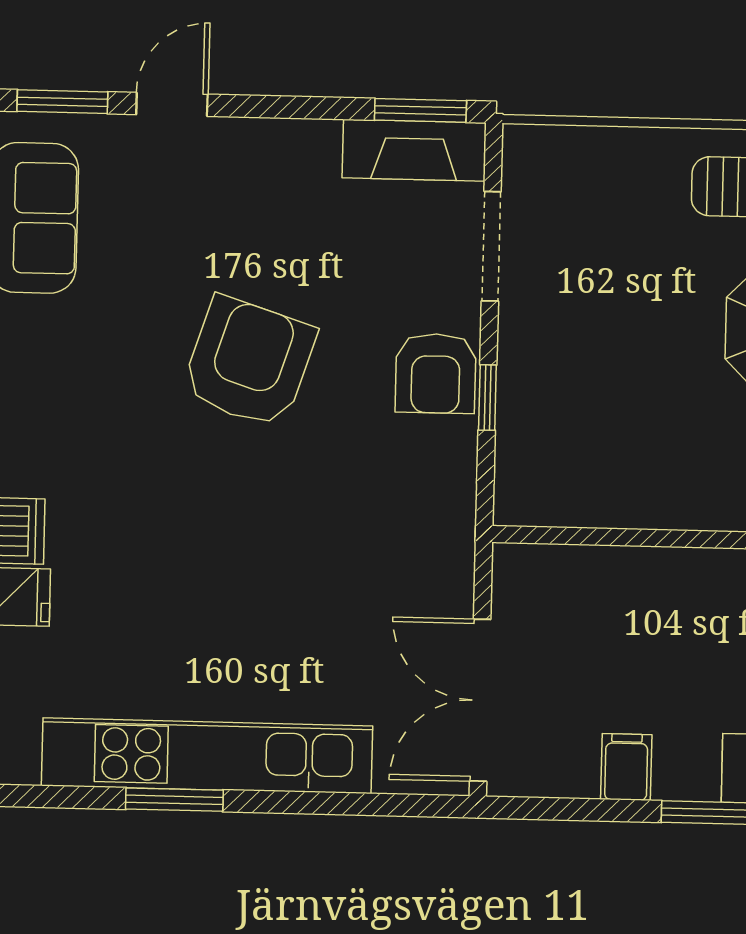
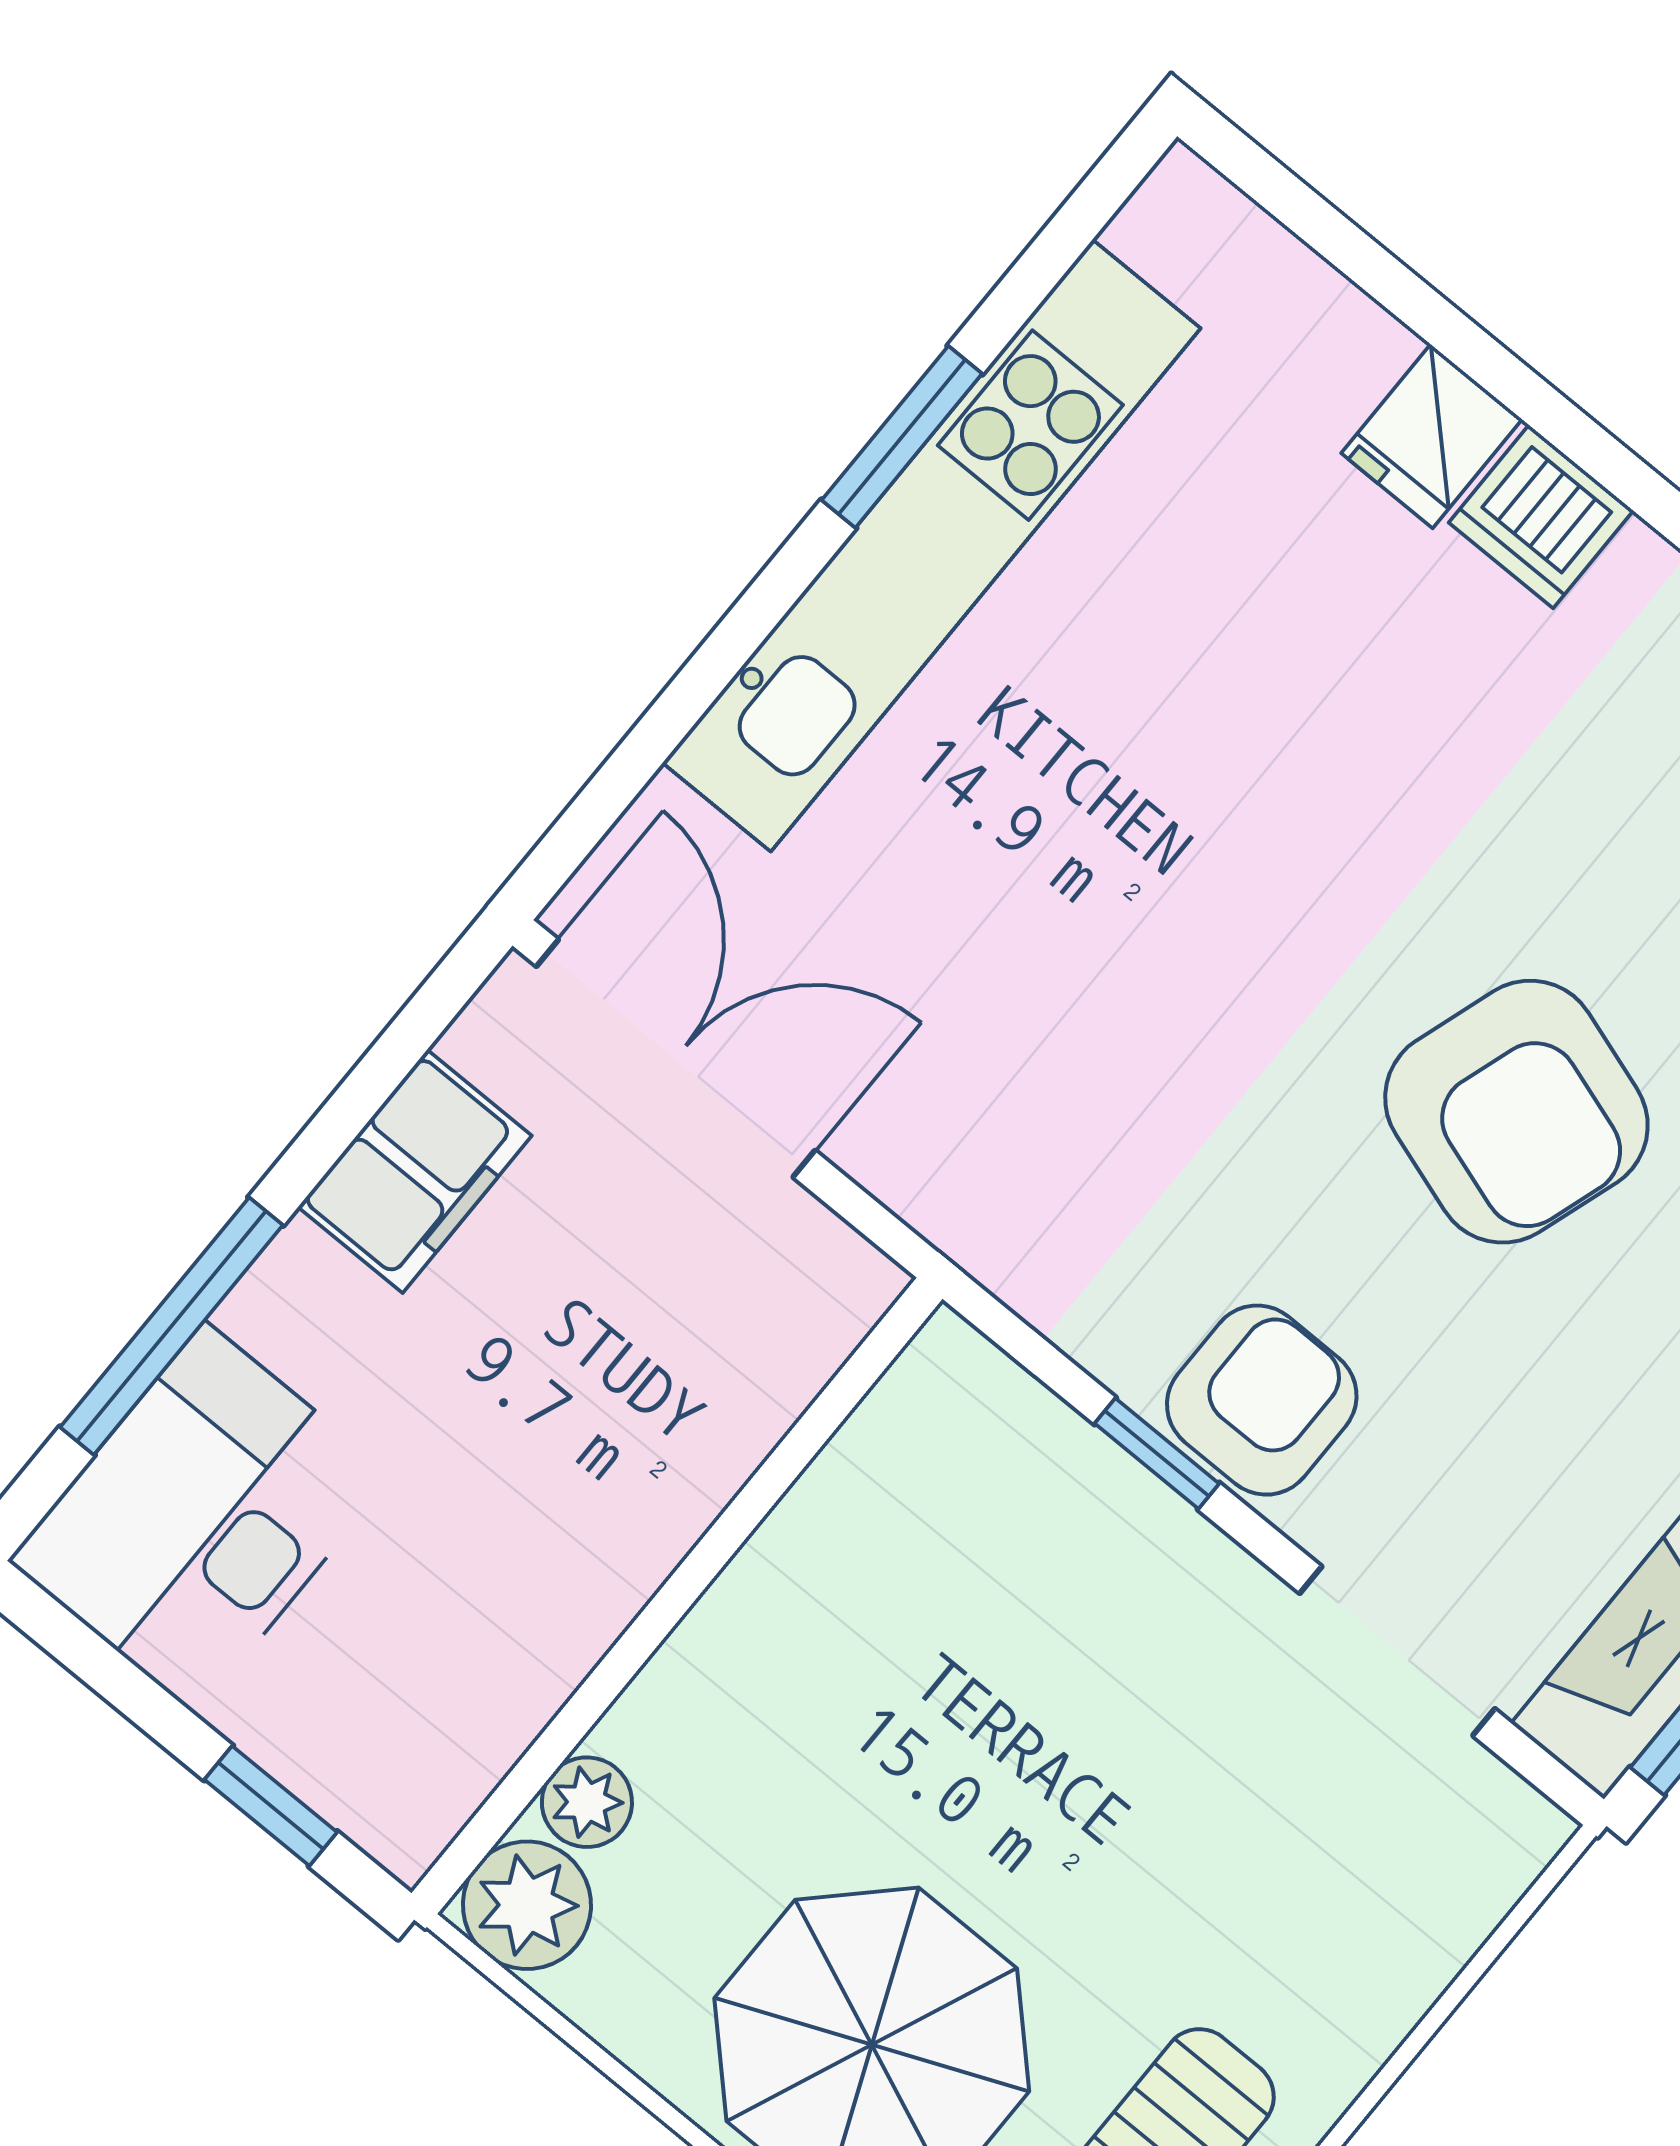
armchair: (436, 373) -> (1262, 1400), turned 90
filing cabinet: (626, 767) -> (415, 1171), width x2.00

